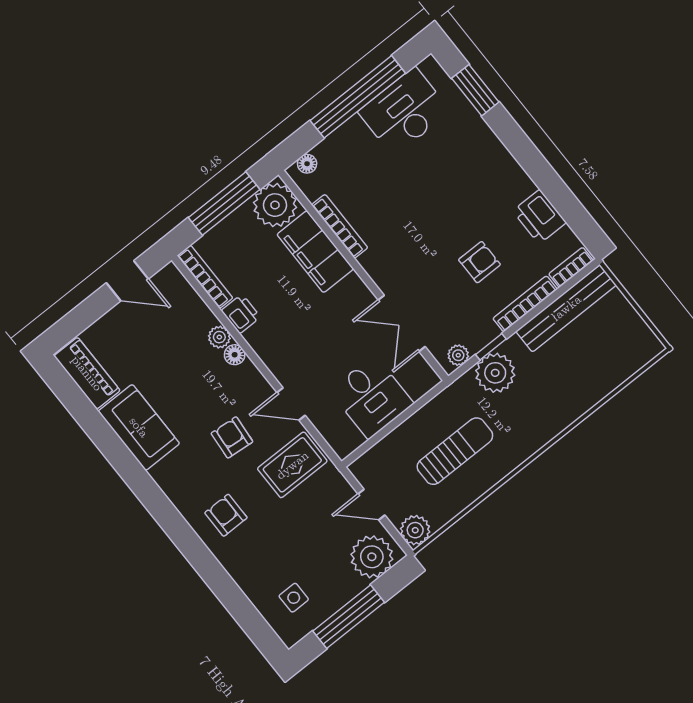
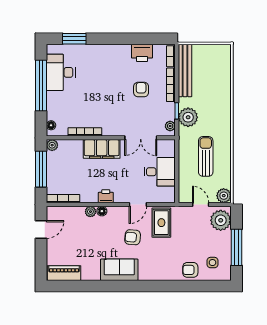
plant: (275, 205) -> (52, 145), width x0.53, depth x0.53
filing cabinet: (315, 252) -> (102, 149), moved
printer: (241, 314) -> (106, 196), moved
sofa: (139, 427) -> (119, 270), moved
door: (371, 505) -> (201, 205), swing flipped
armchair: (226, 515) -> (190, 270), moved

